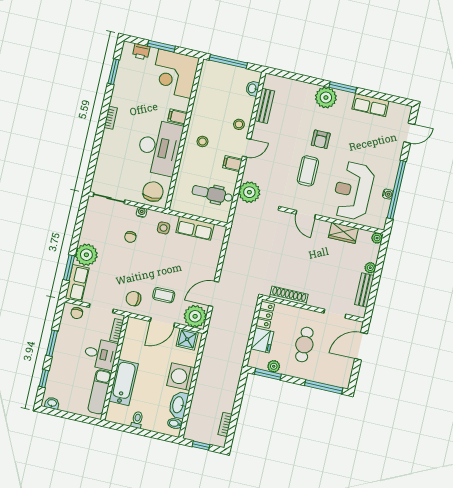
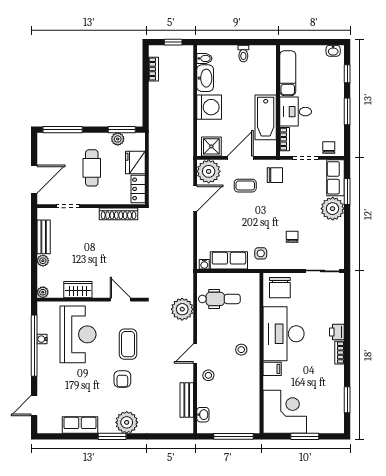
printer: (141, 52) -> (337, 332), moved, turned -90
armchair: (321, 139) -> (122, 379), turned 180
filing cabinet: (232, 164) -> (206, 334), removed
water cooler: (142, 212) -> (204, 264), moved
bathtub: (124, 382) -> (266, 117), moved

